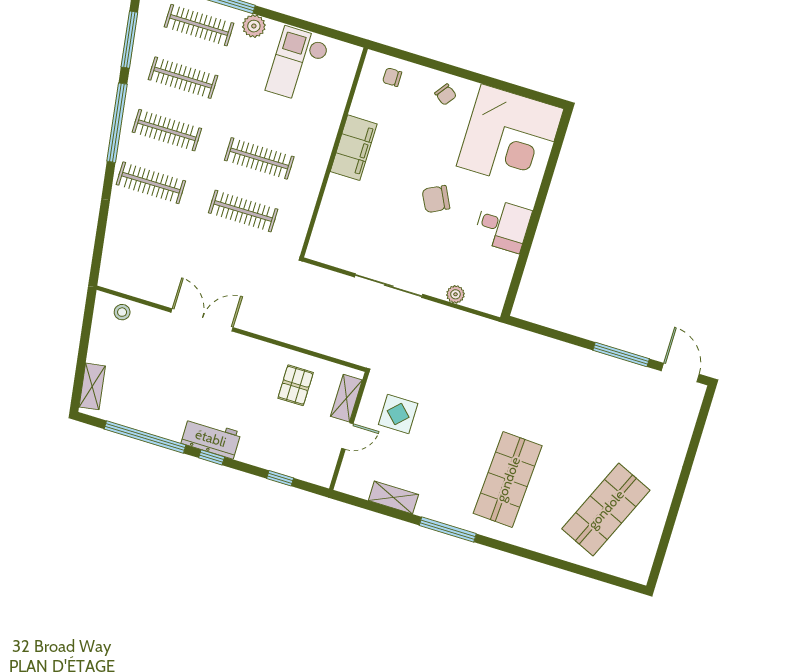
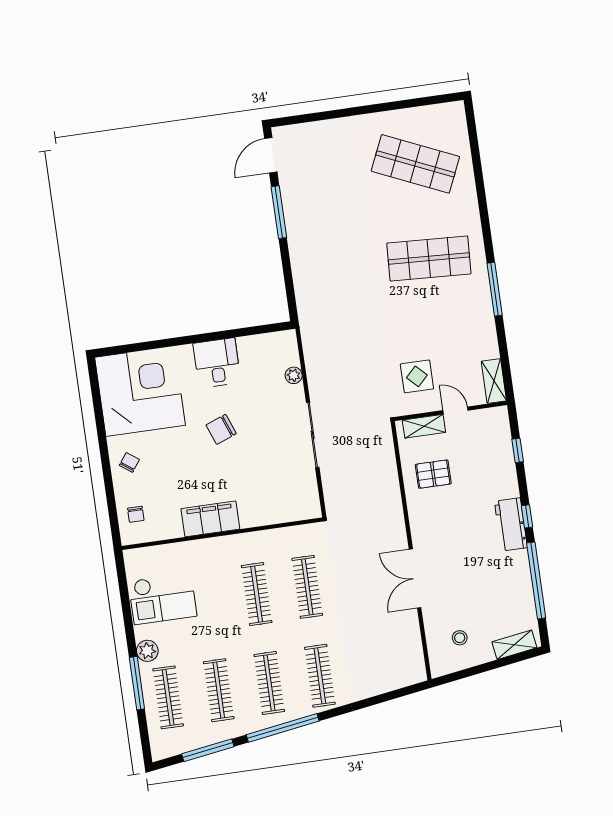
chair: (436, 199) -> (221, 429), turned 96
stool: (122, 312) -> (460, 638), moved
shelving: (393, 498) -> (494, 381), moved

